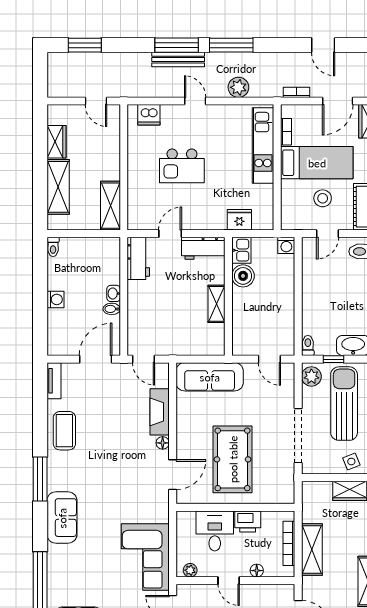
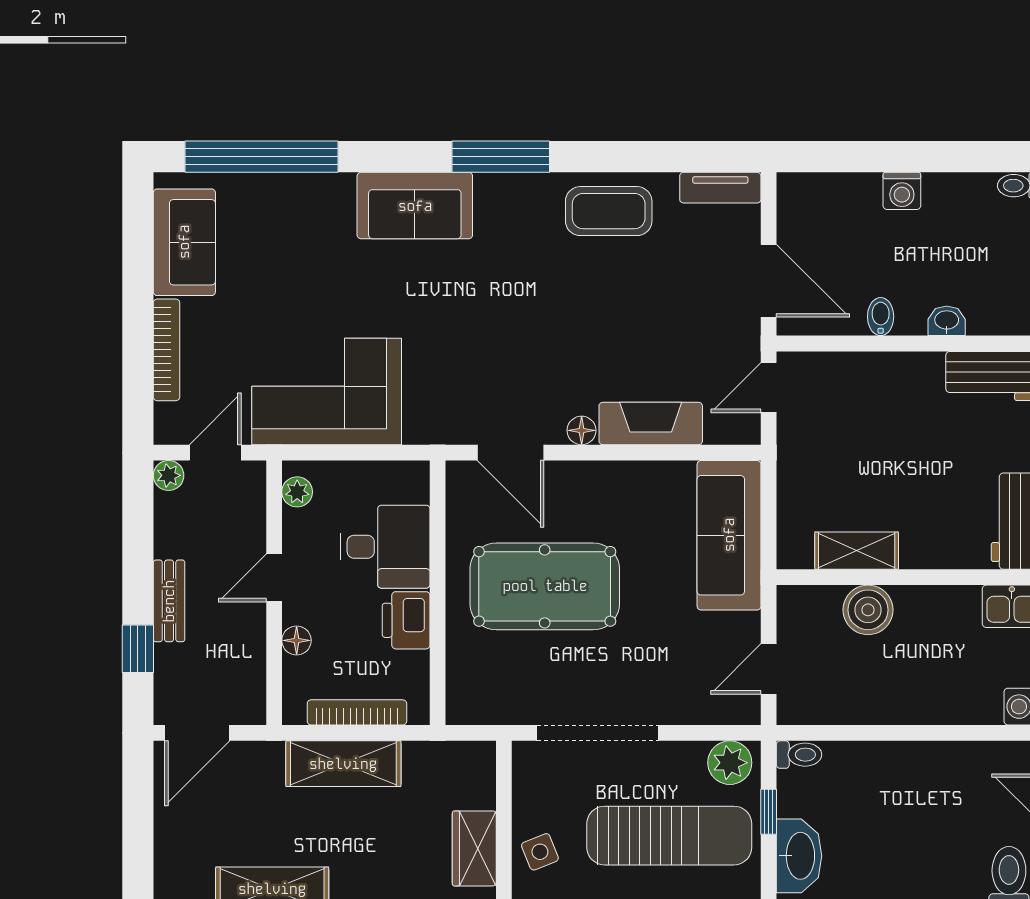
boiler: (243, 276) -> (868, 610), moved
washbasin: (114, 293) -> (947, 321), moved
shelving: (216, 304) -> (857, 551), moved

